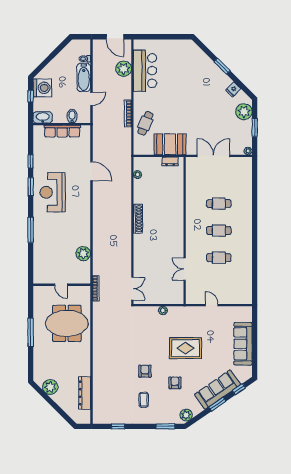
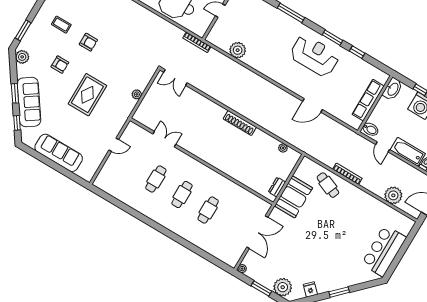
bar counter: (145, 71) -> (384, 251), moved, turned 90
bidet: (72, 116) -> (370, 129), moved

